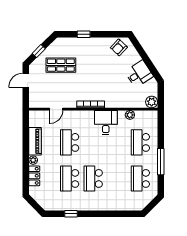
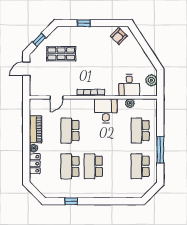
desk: (139, 74) -> (129, 85), moved, turned 123
plant: (152, 102) -> (151, 80), moved

